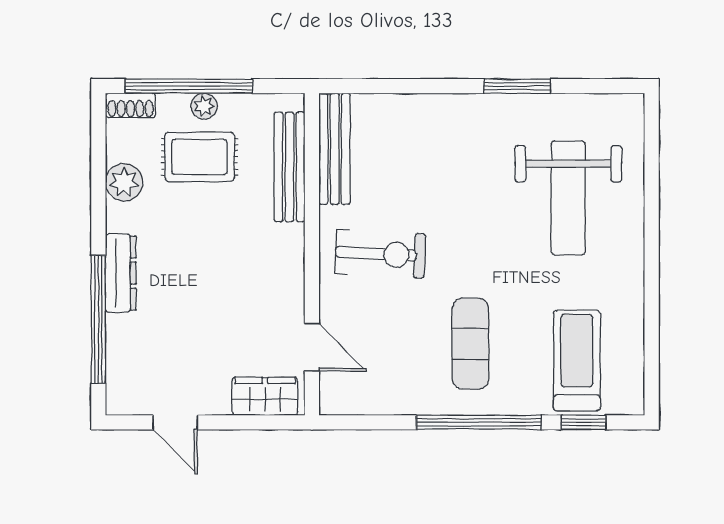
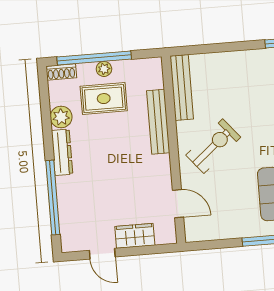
bench: (290, 167) -> (158, 122), moved
exercise bike: (380, 254) -> (213, 146), turned -43
dresser: (121, 273) -> (62, 152), moved
wardrobe: (265, 396) -> (135, 236), moved

